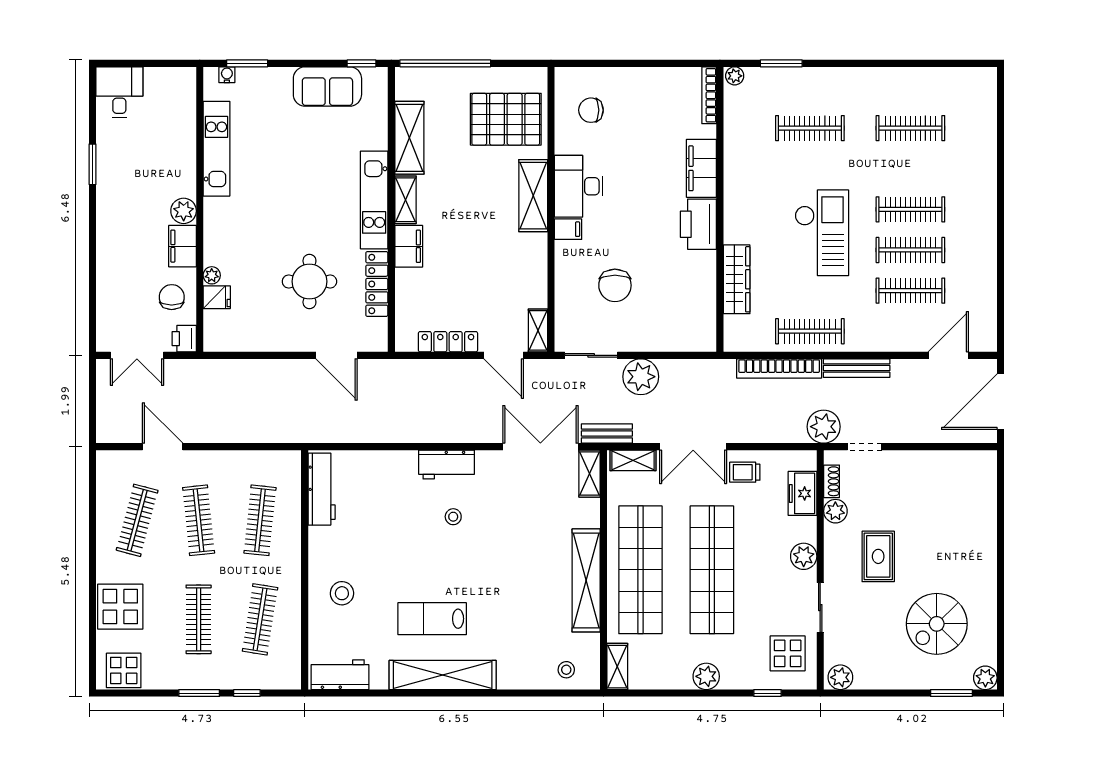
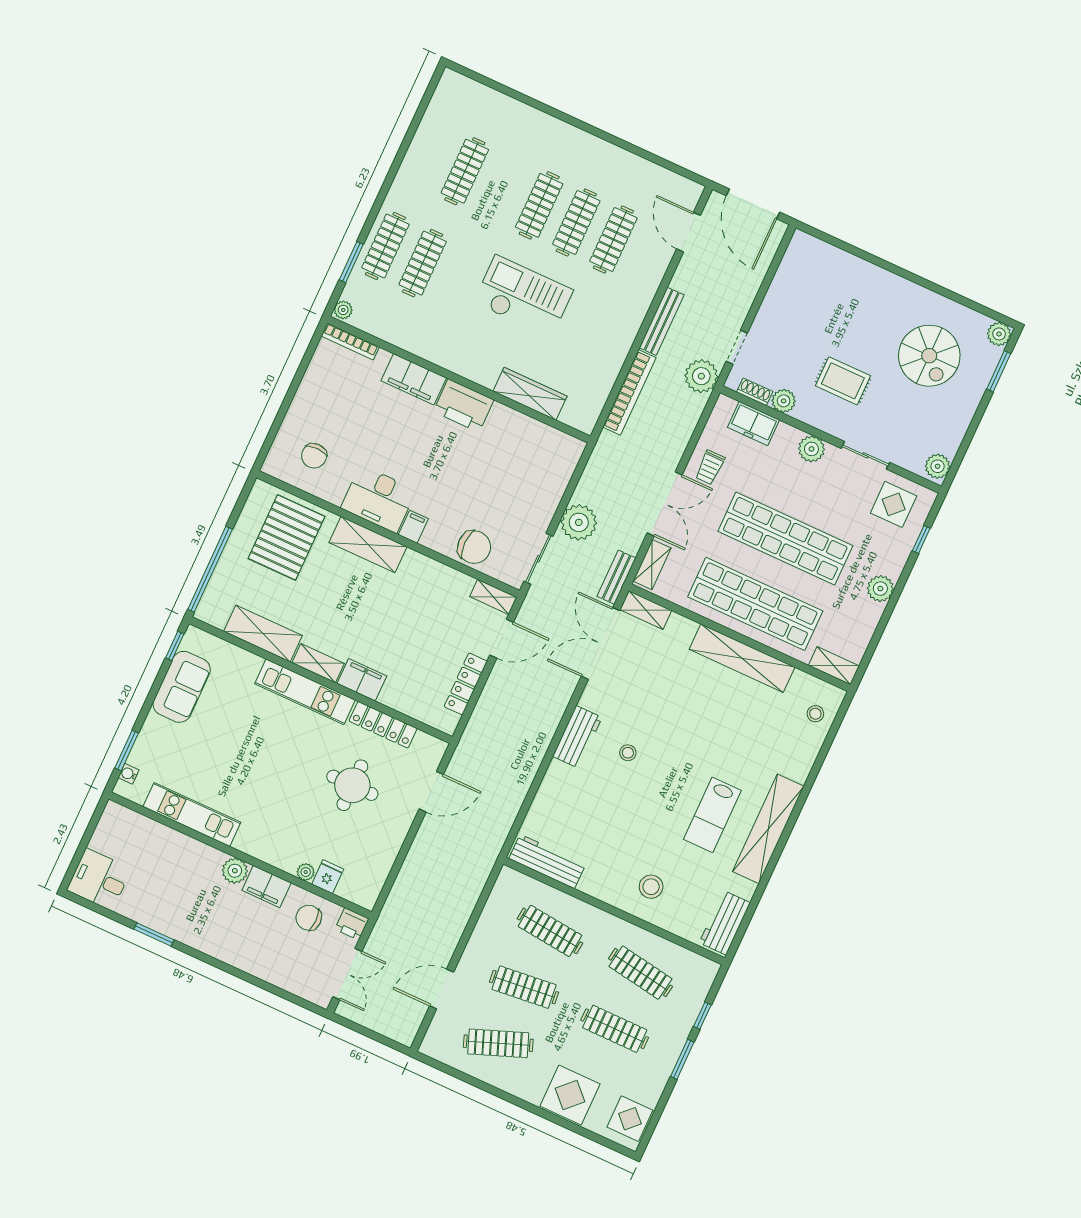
chair: (615, 285) -> (474, 547), moved
clothes rail: (810, 331) -> (385, 246), moved
clothes rail: (137, 520) -> (498, 1043), turned -36

